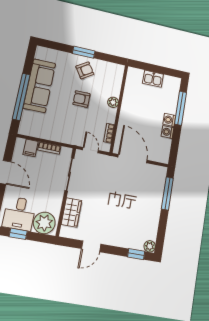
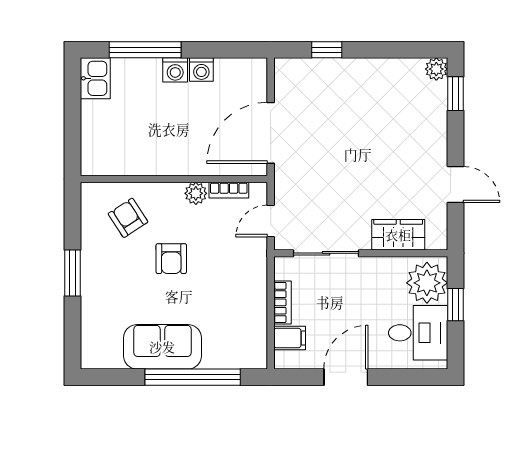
armchair: (85, 70) -> (128, 218), moved
kitchen sink: (153, 79) -> (95, 78), moved
sofa: (39, 86) -> (162, 347), width x0.73
plant: (113, 102) -> (196, 193), moved
window: (167, 193) -> (327, 50), width x0.46
window: (18, 234) -> (456, 305), moved

